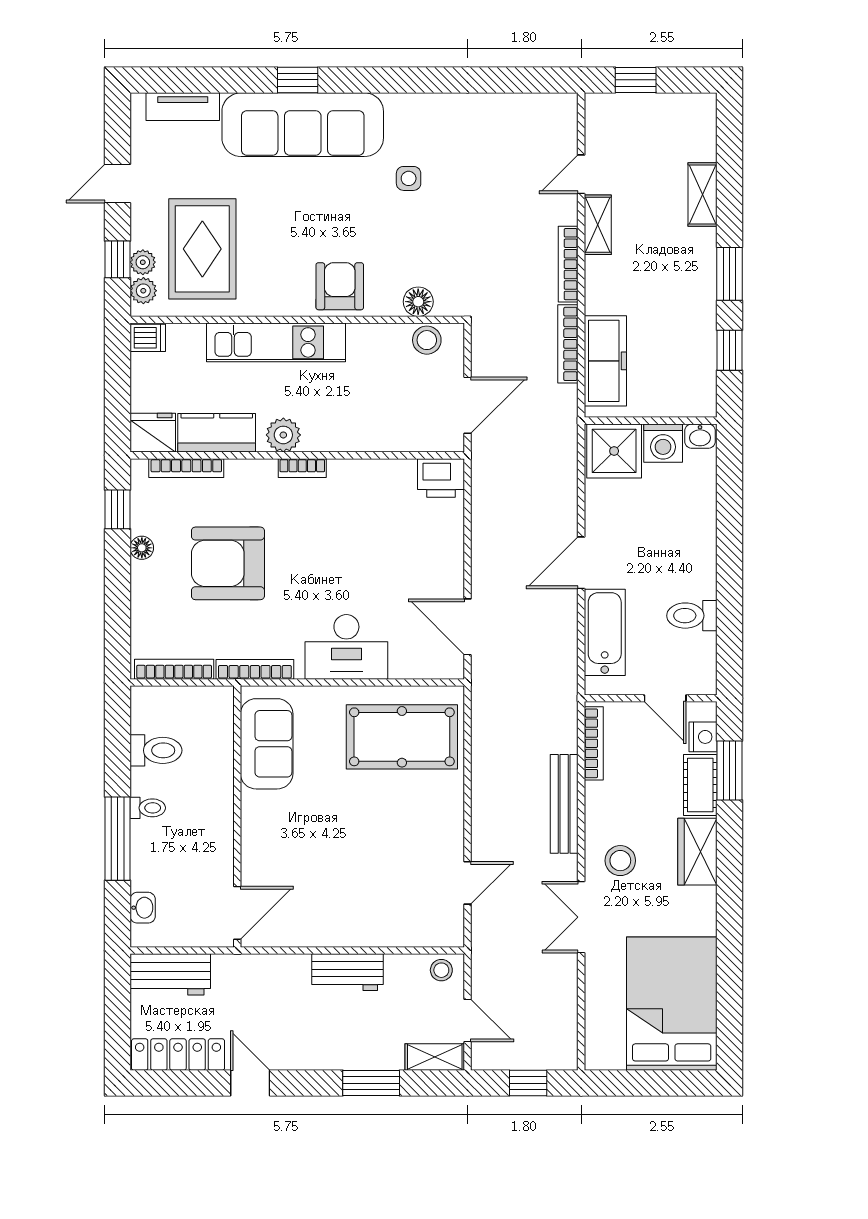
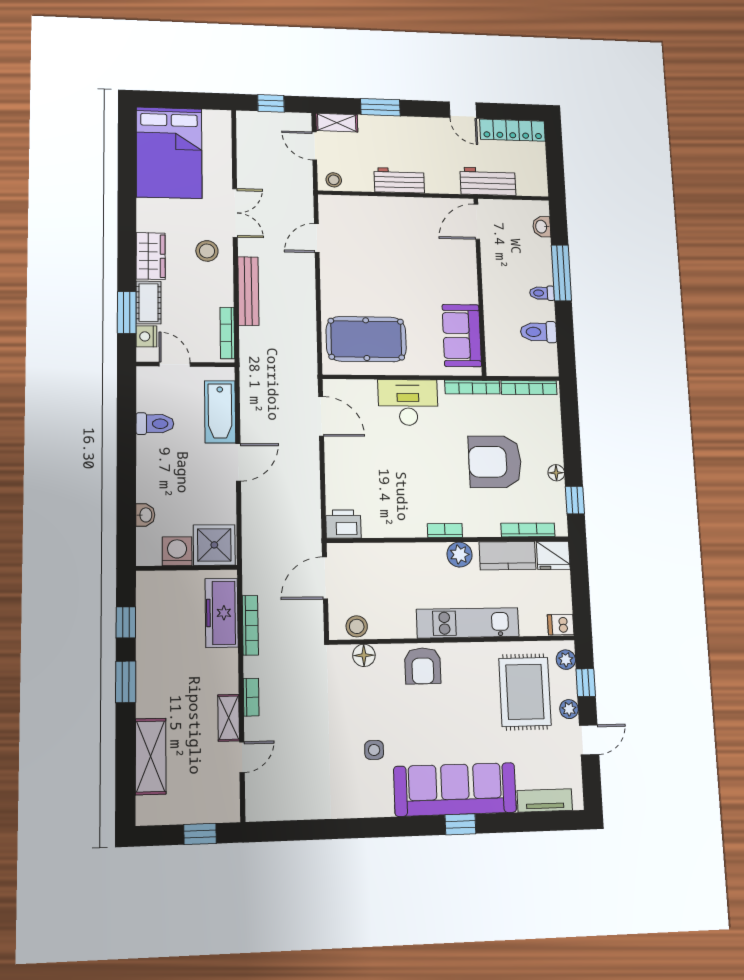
shelving: (702, 195) -> (151, 756), width x1.50, depth x1.33
plant: (143, 262) -> (569, 709), moved
bookcase: (568, 264) -> (251, 697), width x0.64
washbasin: (700, 436) -> (145, 515), moved, turned 90
armchair: (228, 563) -> (495, 462), turned 180
workbench: (170, 974) -> (488, 181), moved

